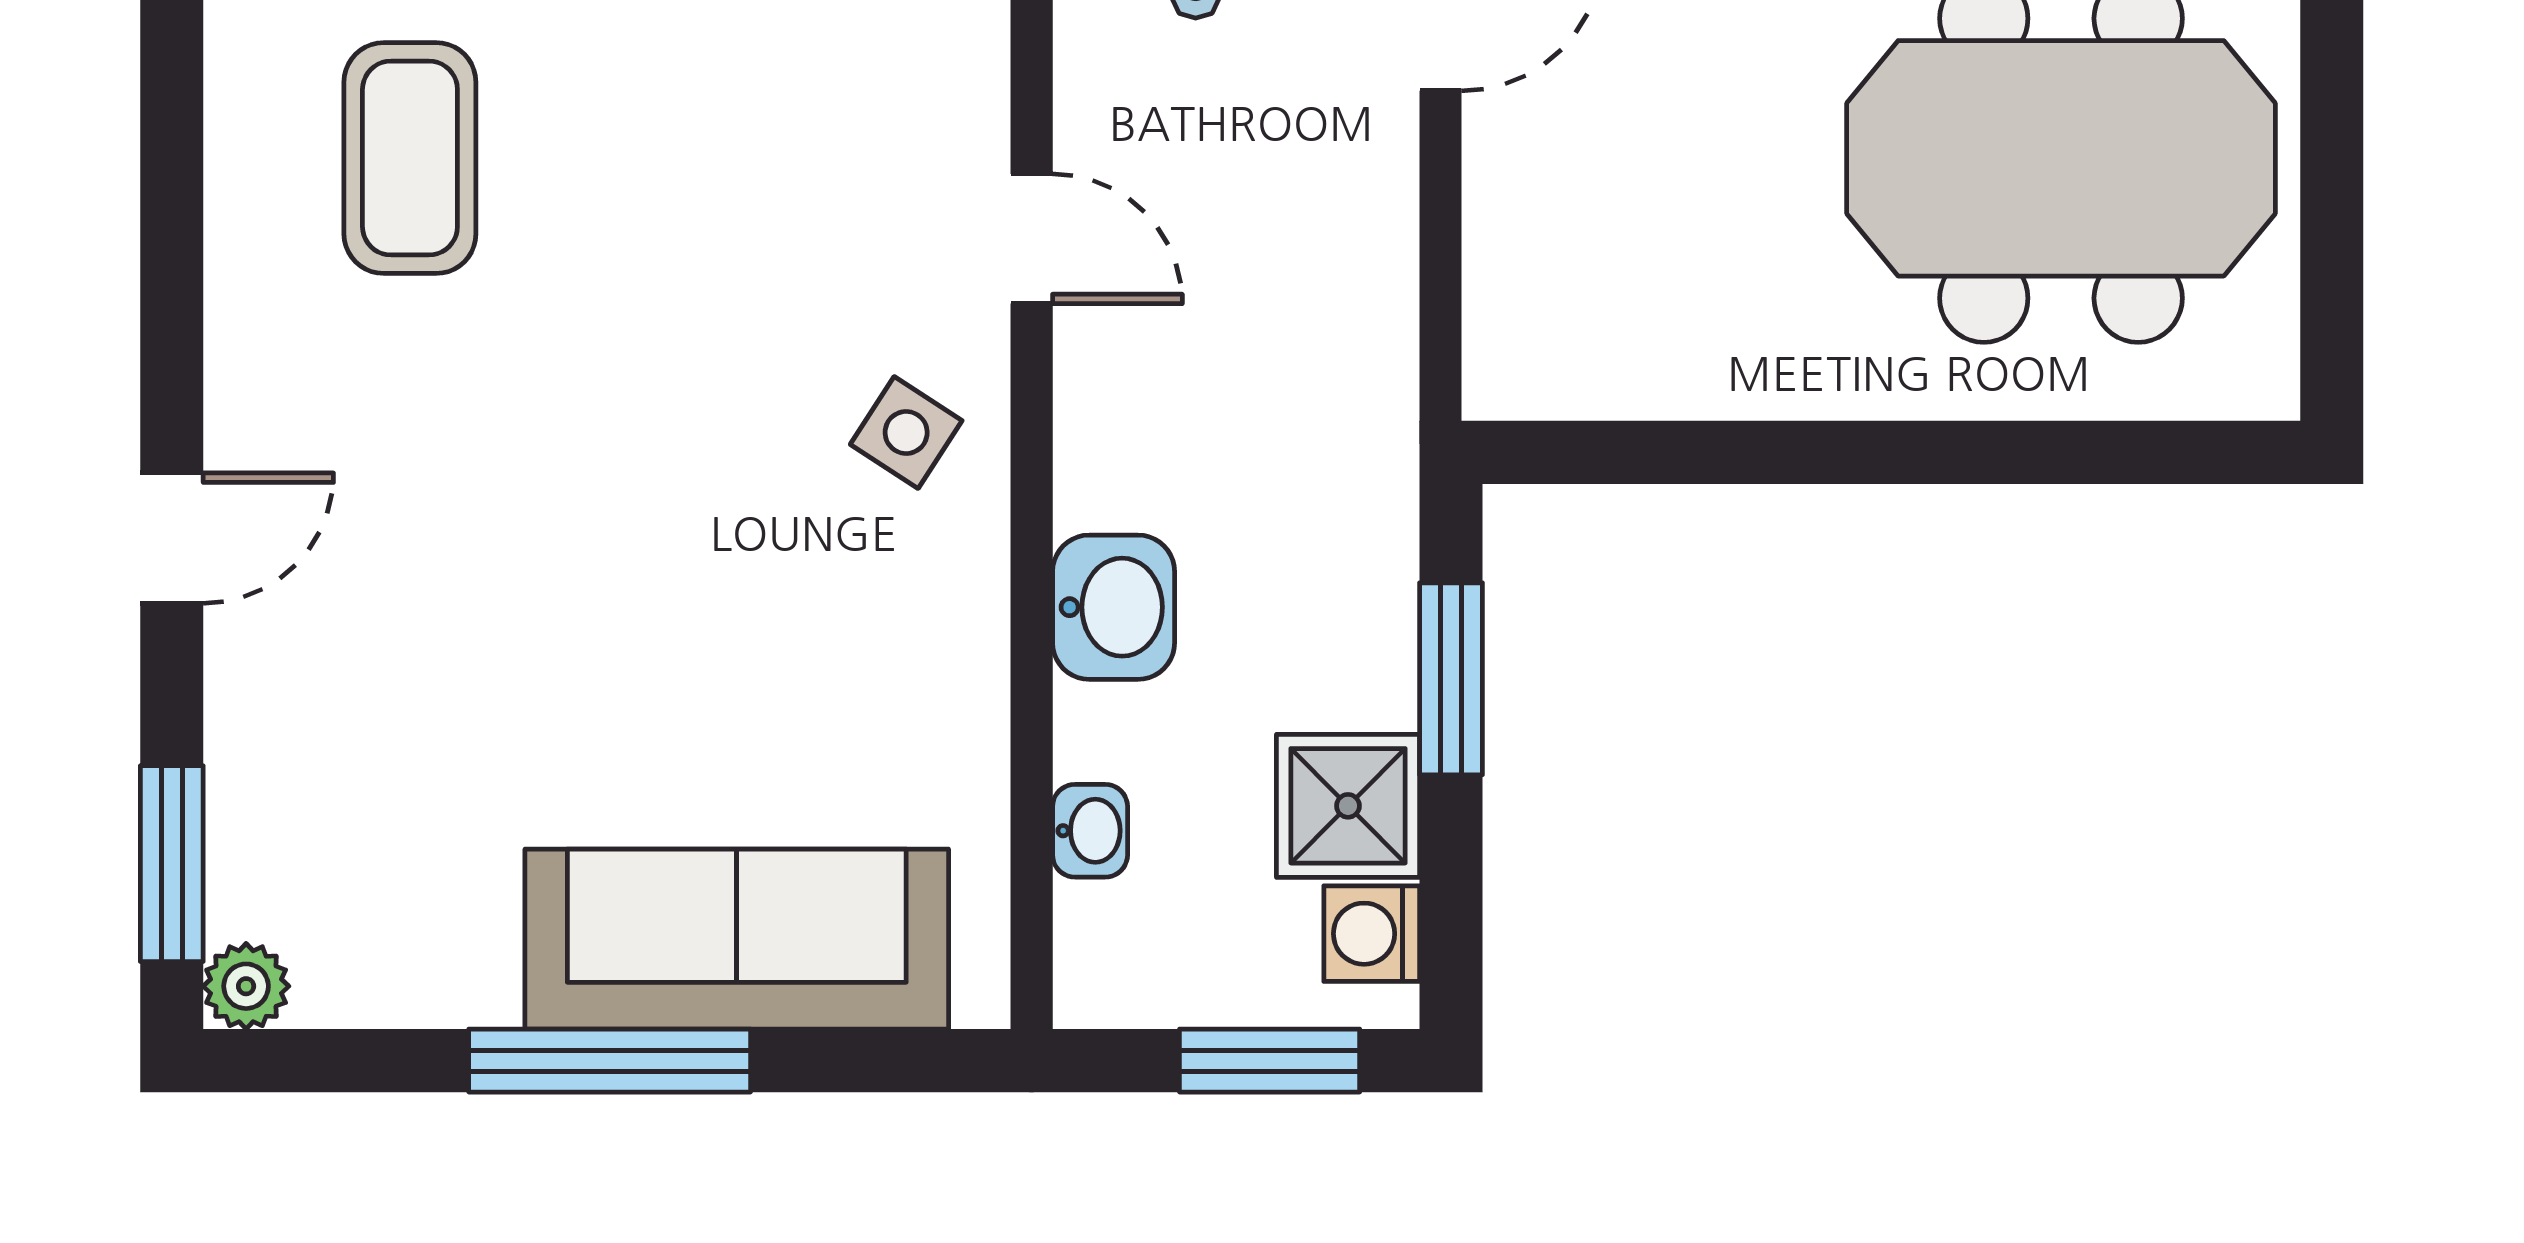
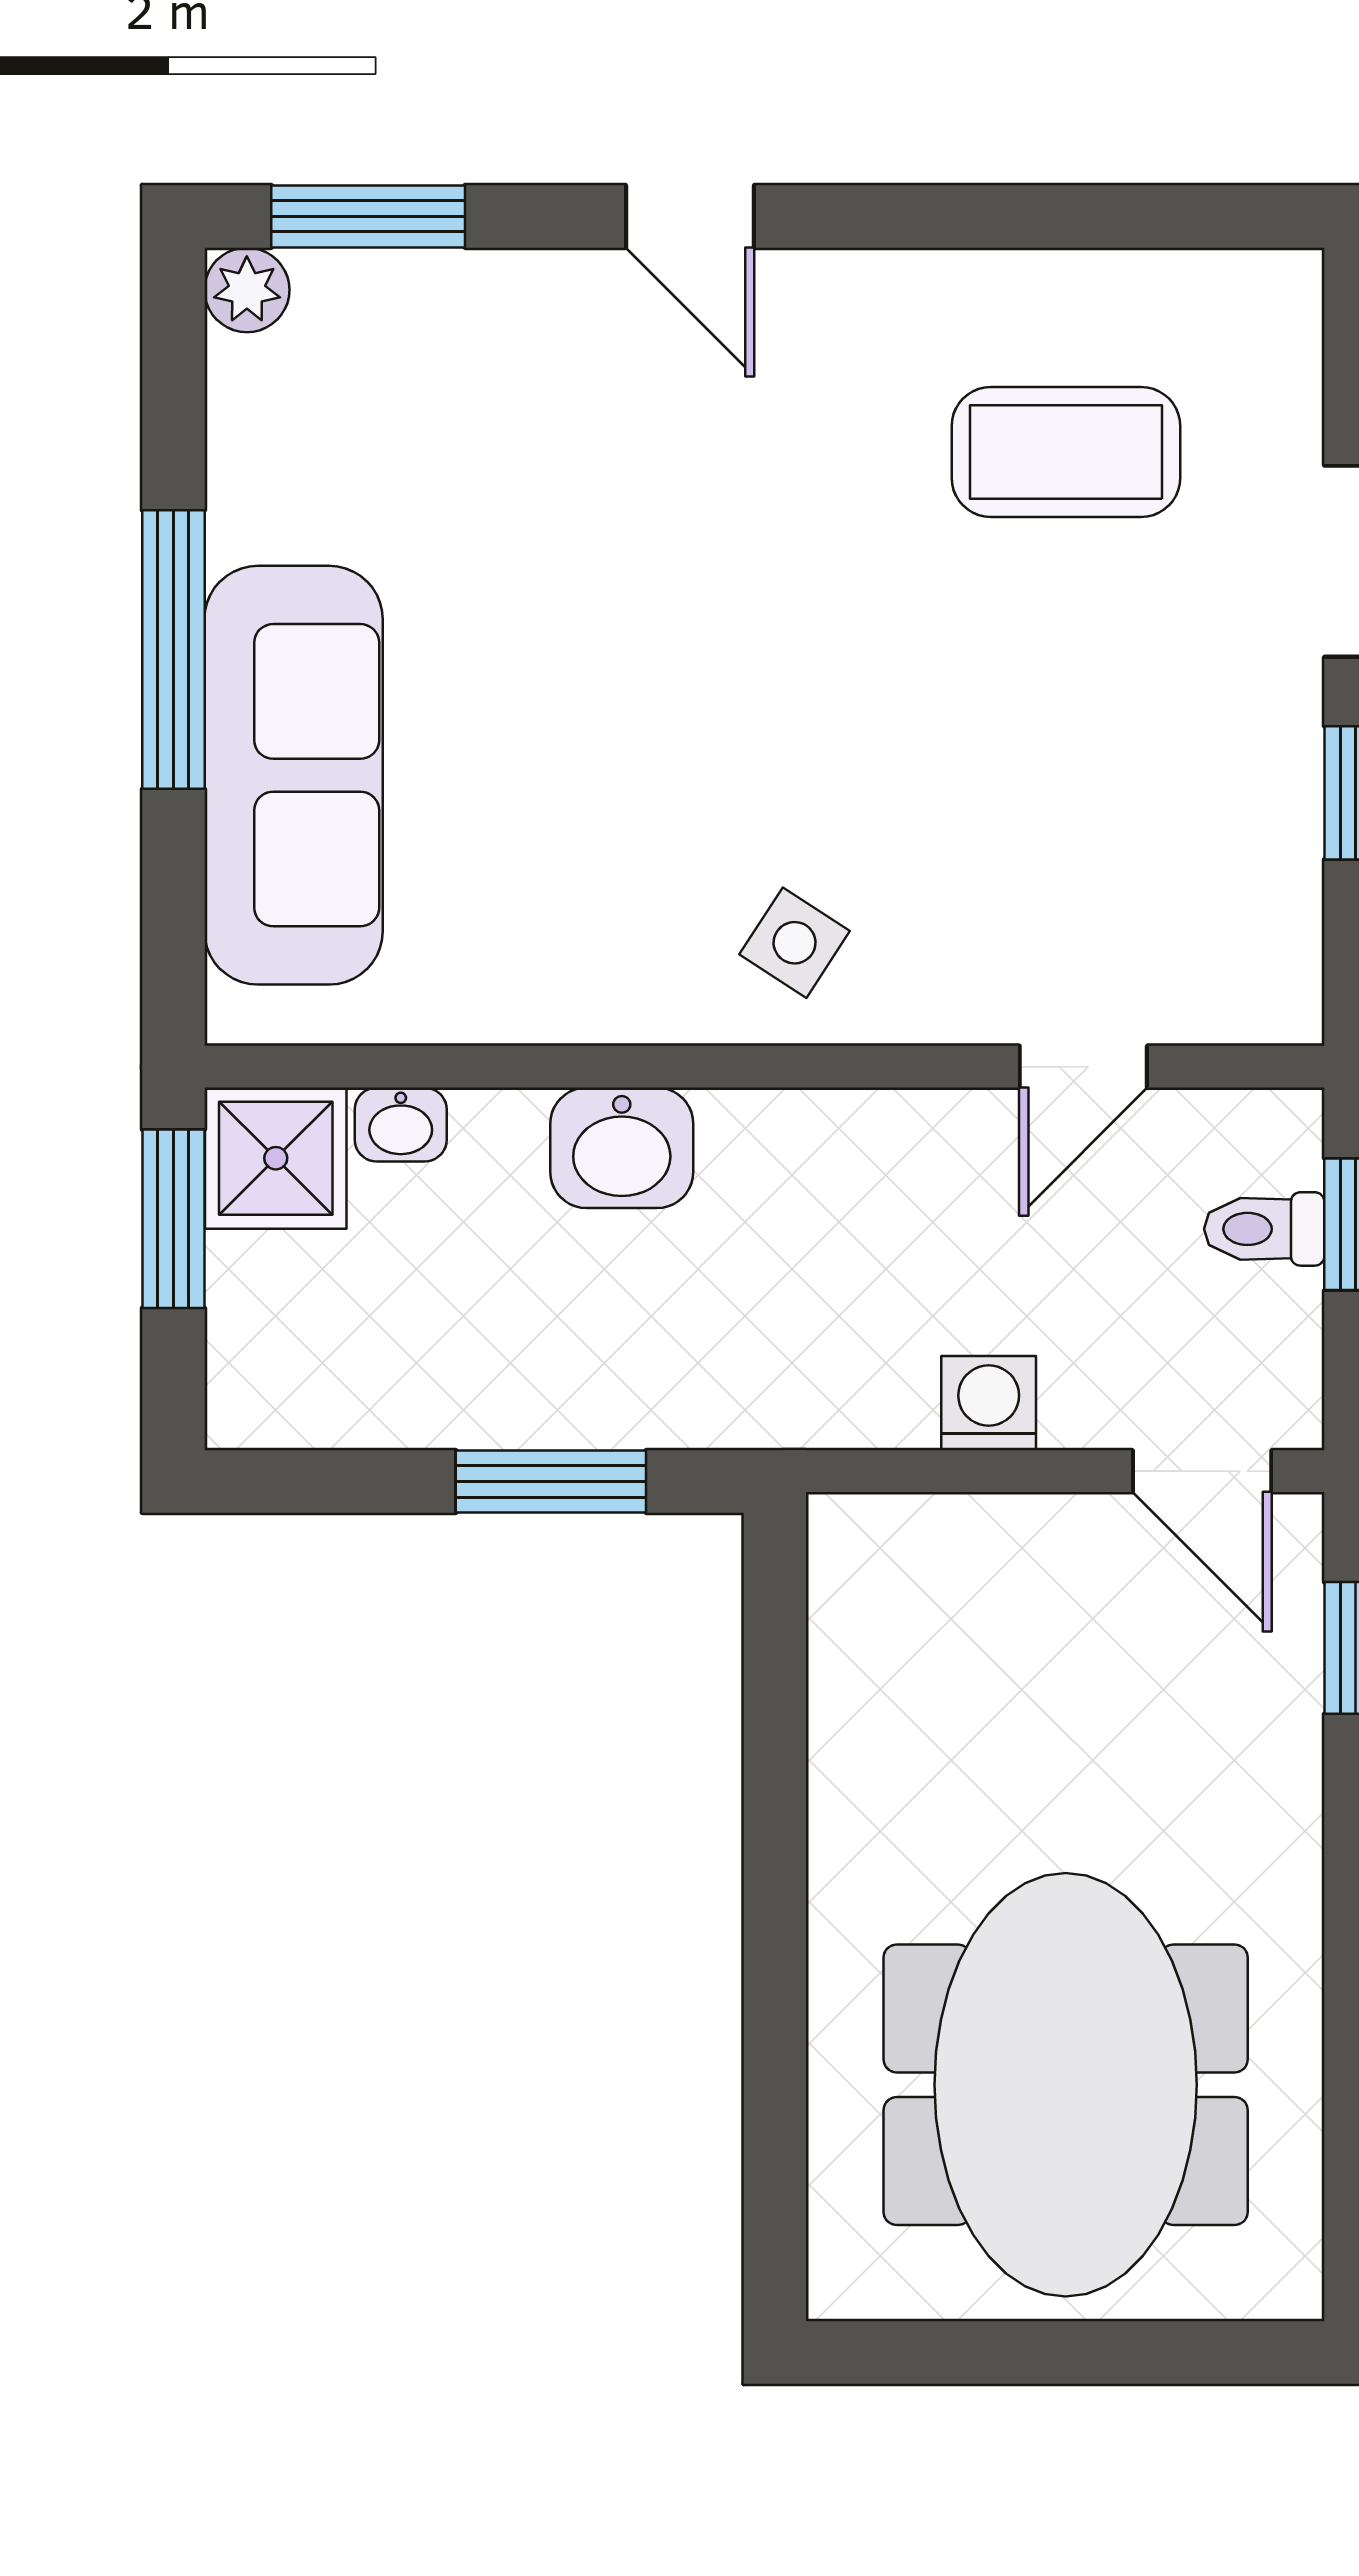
door: (1032, 239) -> (1083, 1067), moved
shower: (1348, 806) -> (276, 1158), moved
washing machine: (1372, 934) -> (989, 1403), moved
window: (1270, 1061) -> (173, 1219), moved

